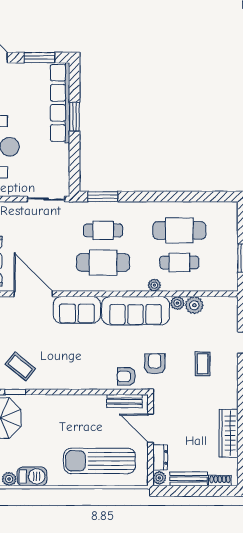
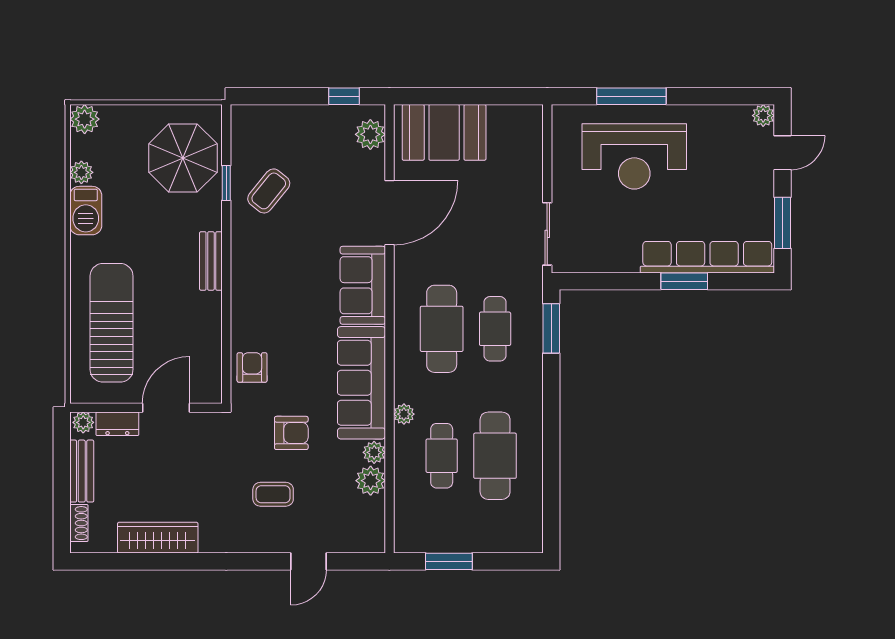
armchair: (155, 364) -> (291, 433), moved
bench: (125, 401) -> (211, 261), moved

